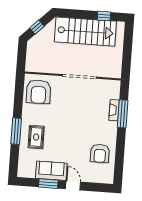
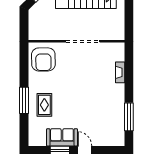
window: (123, 114) -> (129, 117), moved
armchair: (100, 153) -> (109, 117), removed

